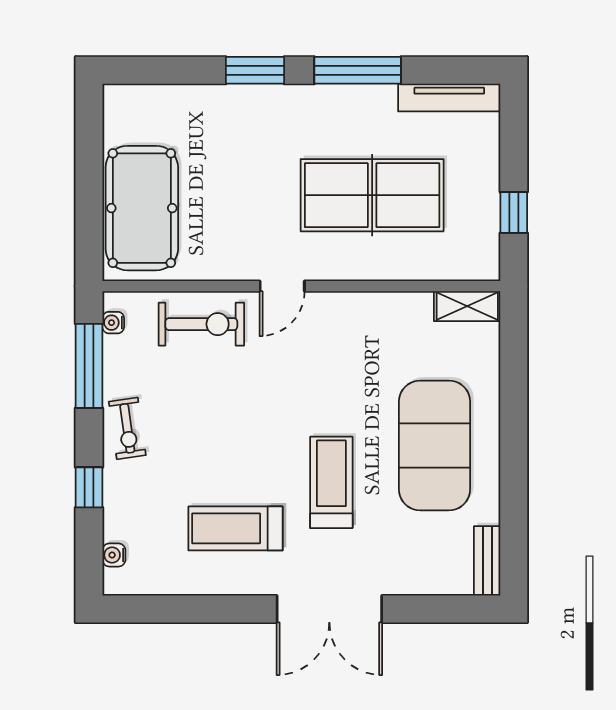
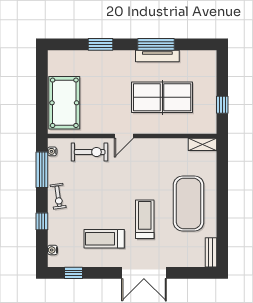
window: (255, 70) -> (101, 44), moved
tv unit: (449, 98) -> (157, 56), moved
window: (163, 609) -> (73, 273), added

